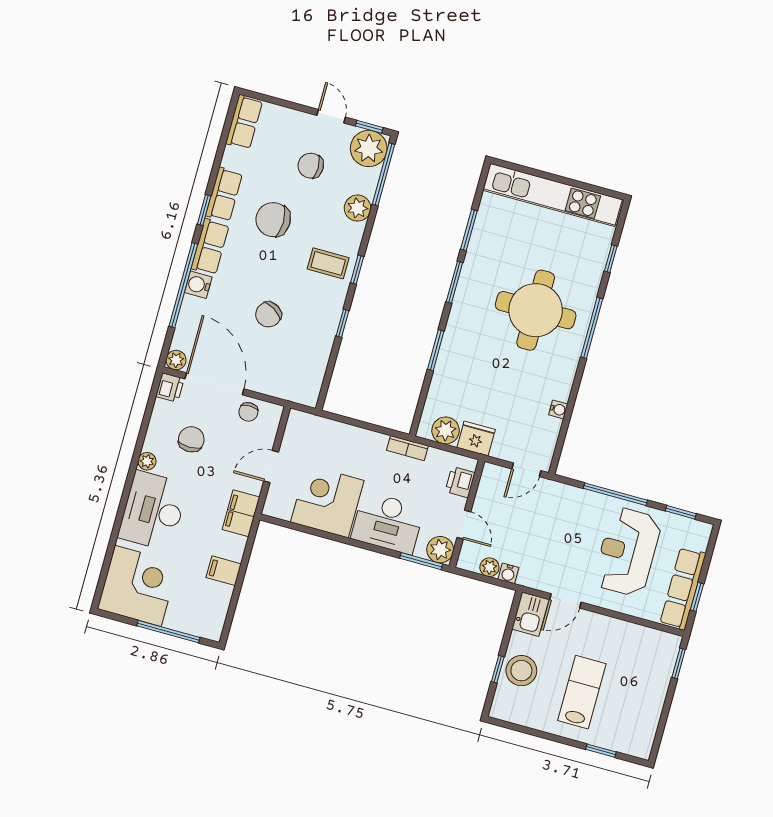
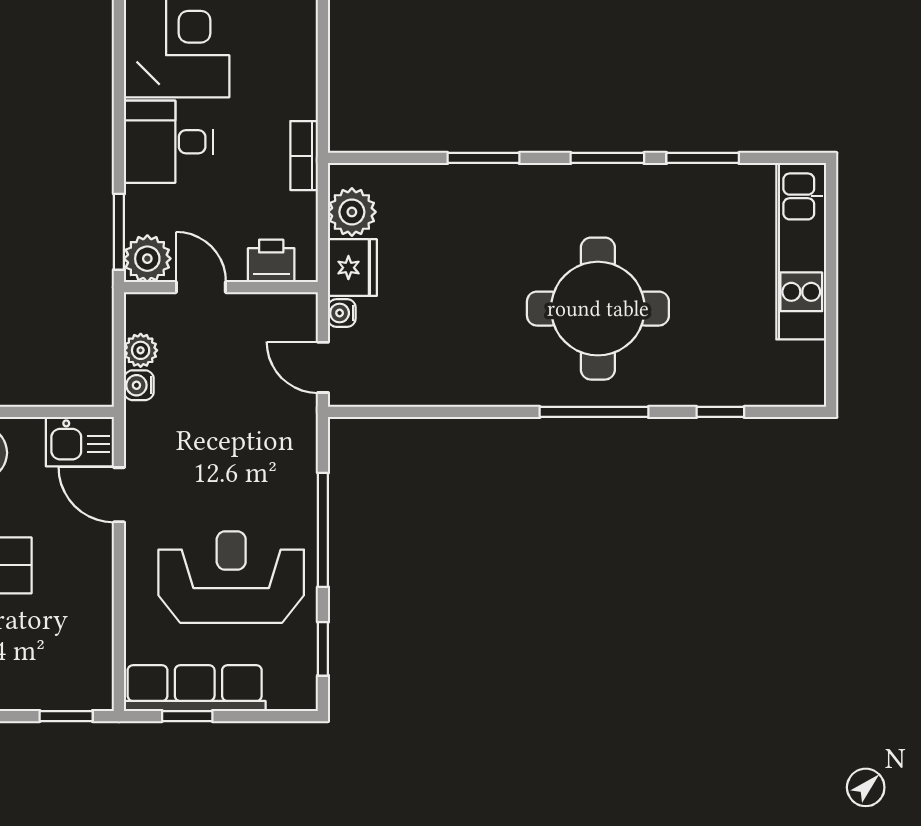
kitchen unit: (552, 195) -> (801, 251), width x0.73
water cooler: (558, 409) -> (342, 313), moved, turned 90
desk: (388, 523) -> (168, 142), width x0.73
door: (464, 525) -> (201, 287), swing flipped

